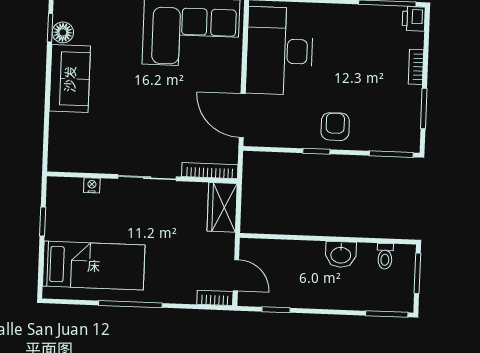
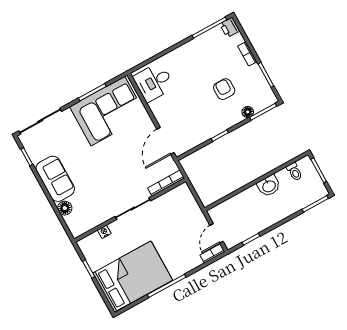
floor lamp: (63, 32) -> (65, 208), moved
desk: (280, 51) -> (154, 82), width x0.53, depth x0.77
door: (242, 116) -> (166, 141), hinge flipped
armchair: (335, 127) -> (224, 89), moved
floor lamp: (371, 142) -> (248, 112), added
wardrobe: (222, 207) -> (185, 200), removed
bed: (94, 266) -> (133, 277), width x1.50
door: (236, 275) -> (217, 233), swing flipped

